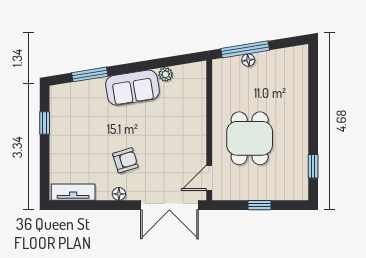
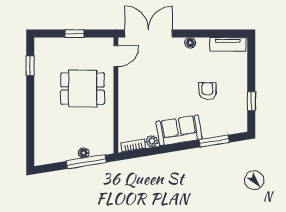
bookcase: (188, 69) -> (133, 145), added
dining table: (250, 138) -> (83, 89), turned 90
armchair: (125, 160) -> (207, 91), moved, turned 107

